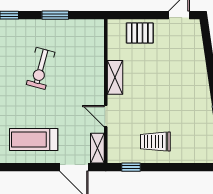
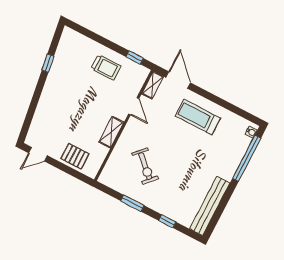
exercise bike: (41, 68) -> (145, 166), moved, turned 118
treadmill: (34, 139) -> (198, 117), turned 180

